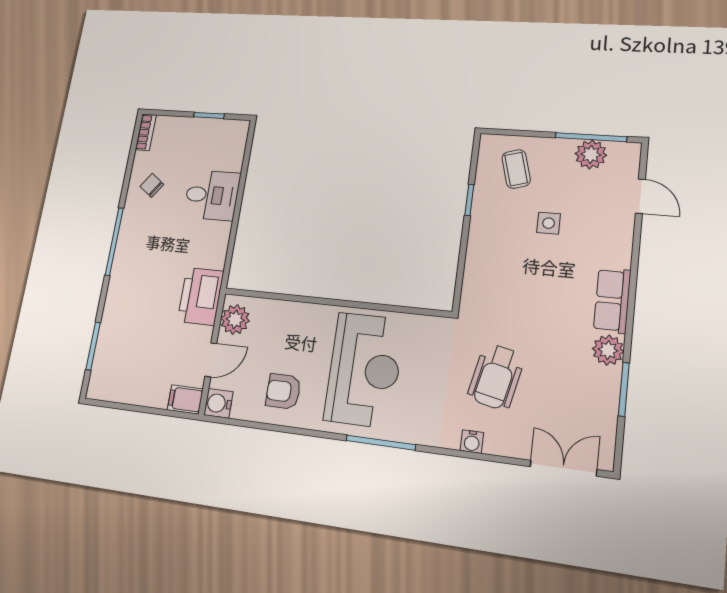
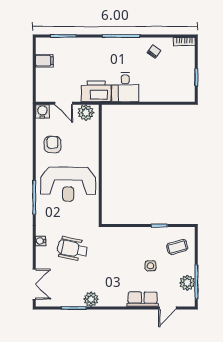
desk: (212, 195) -> (125, 87), moved
row of seats: (612, 300) -> (143, 299), moved
filing cabinet: (185, 399) -> (44, 61), moved, turned 90

